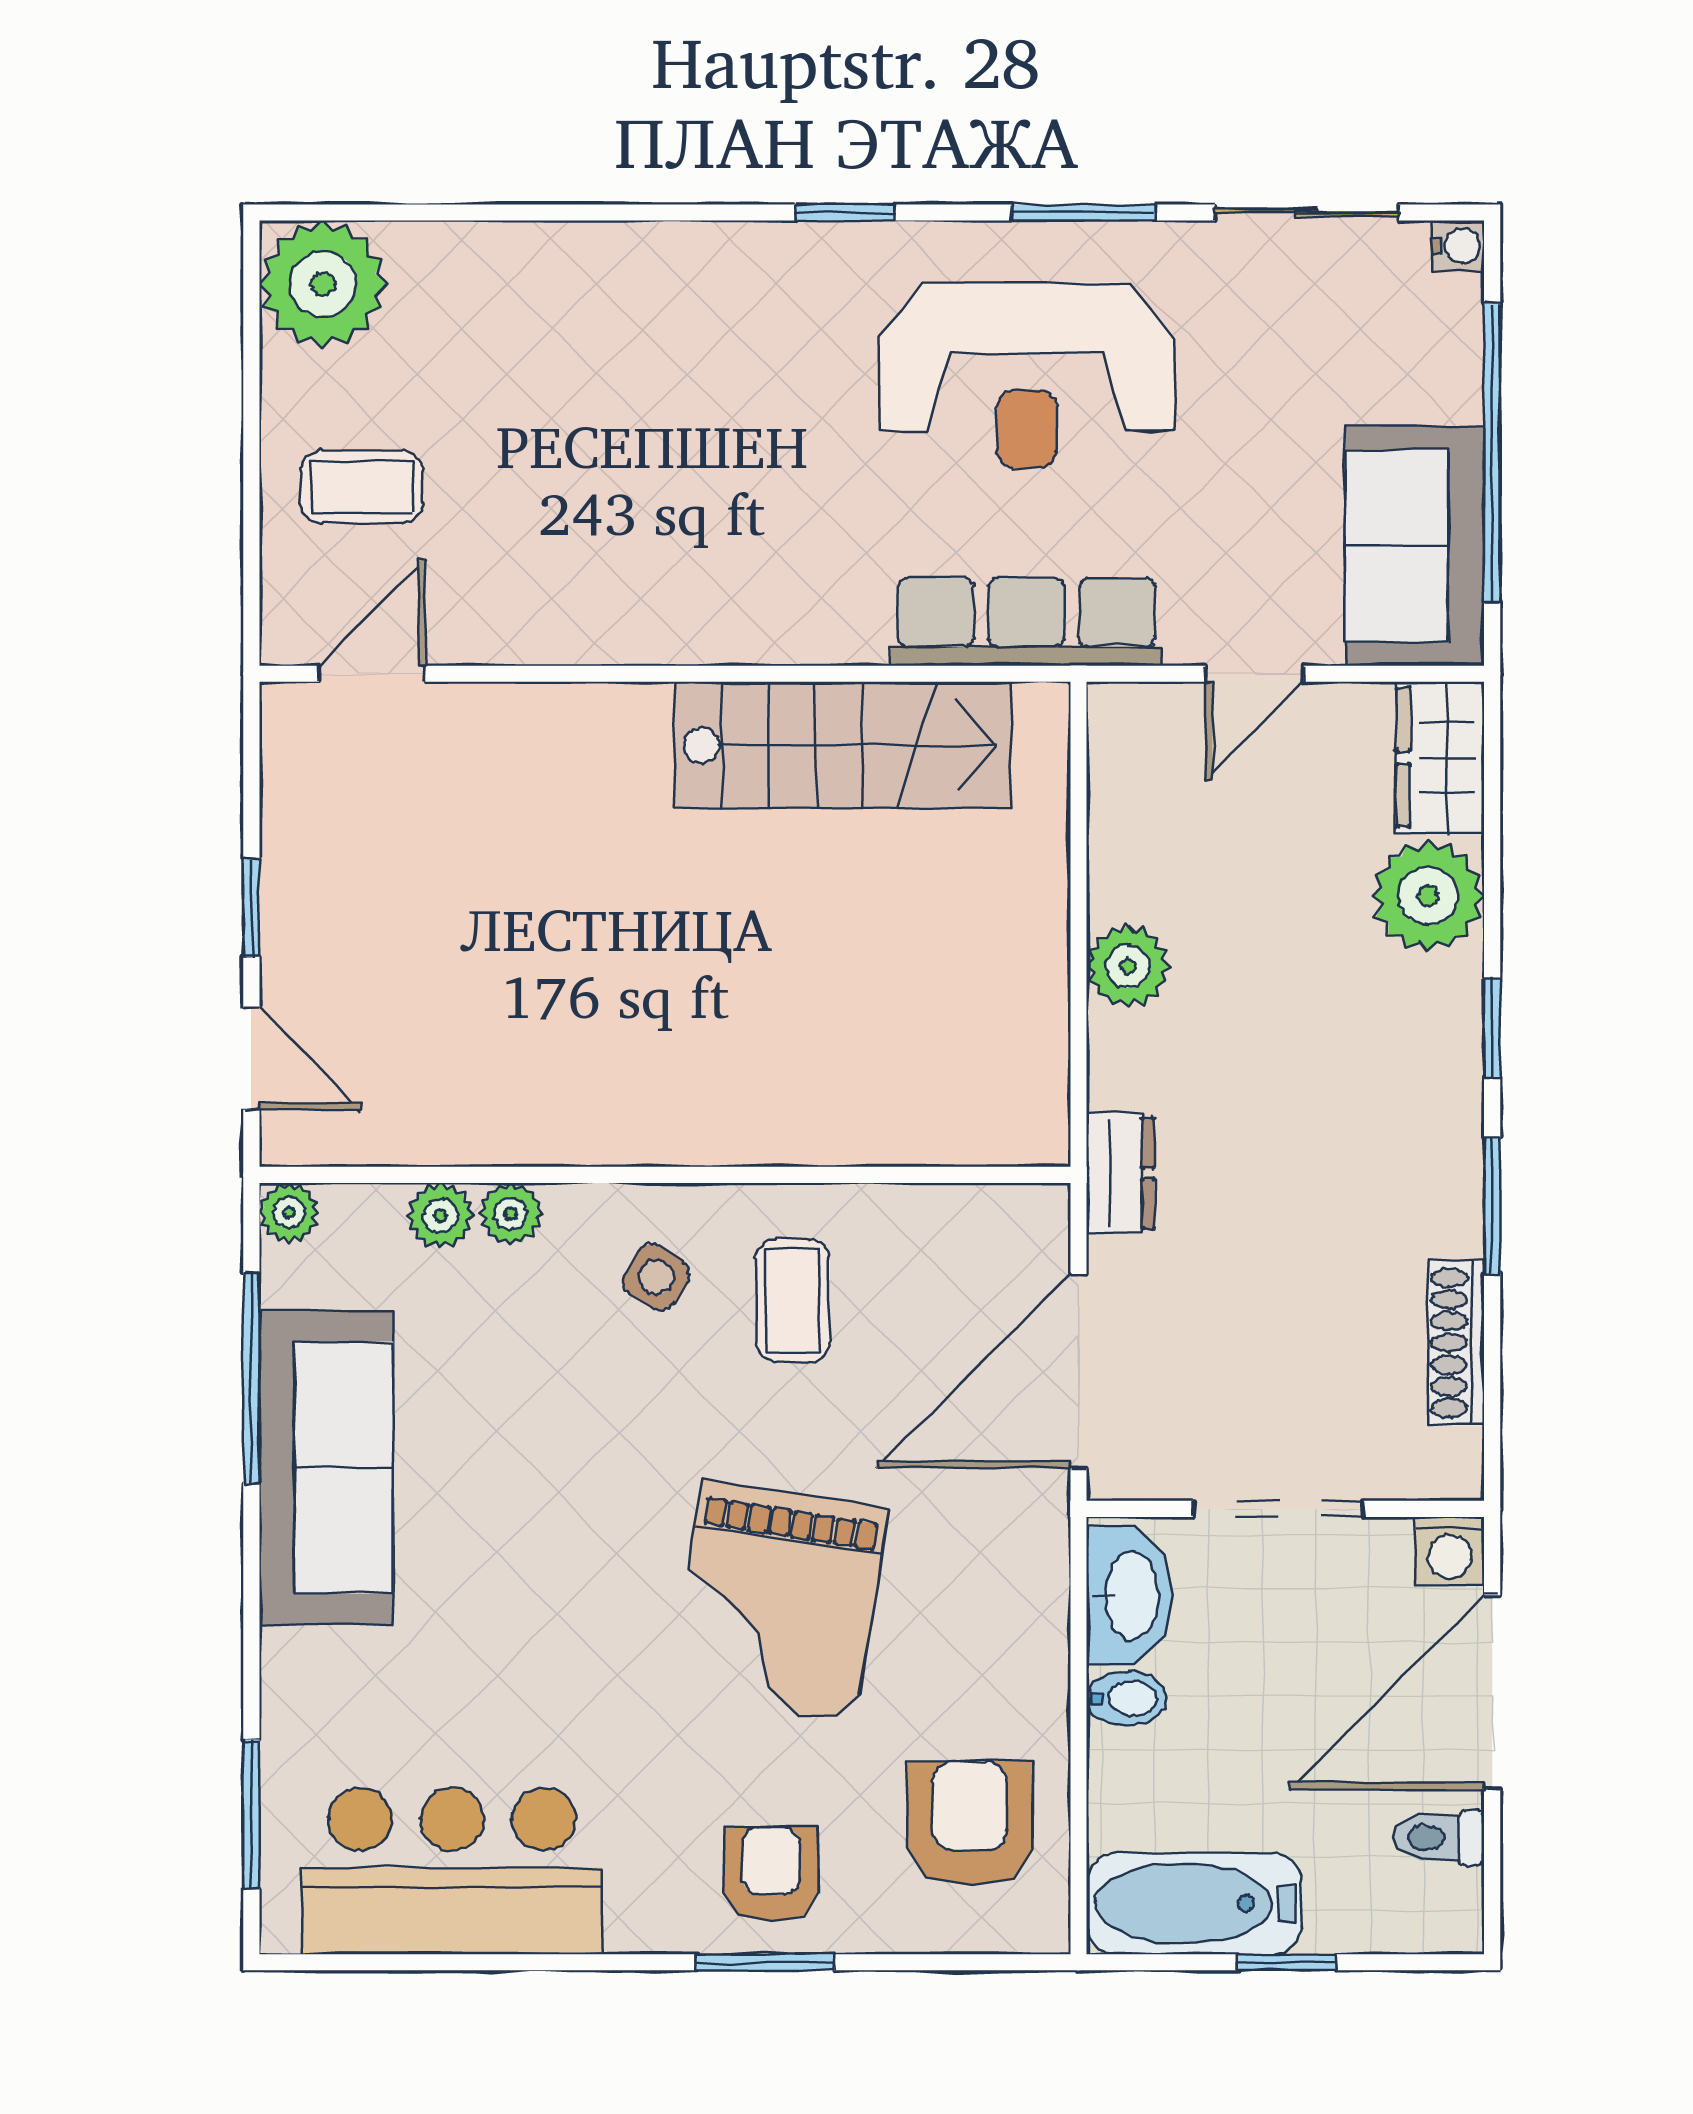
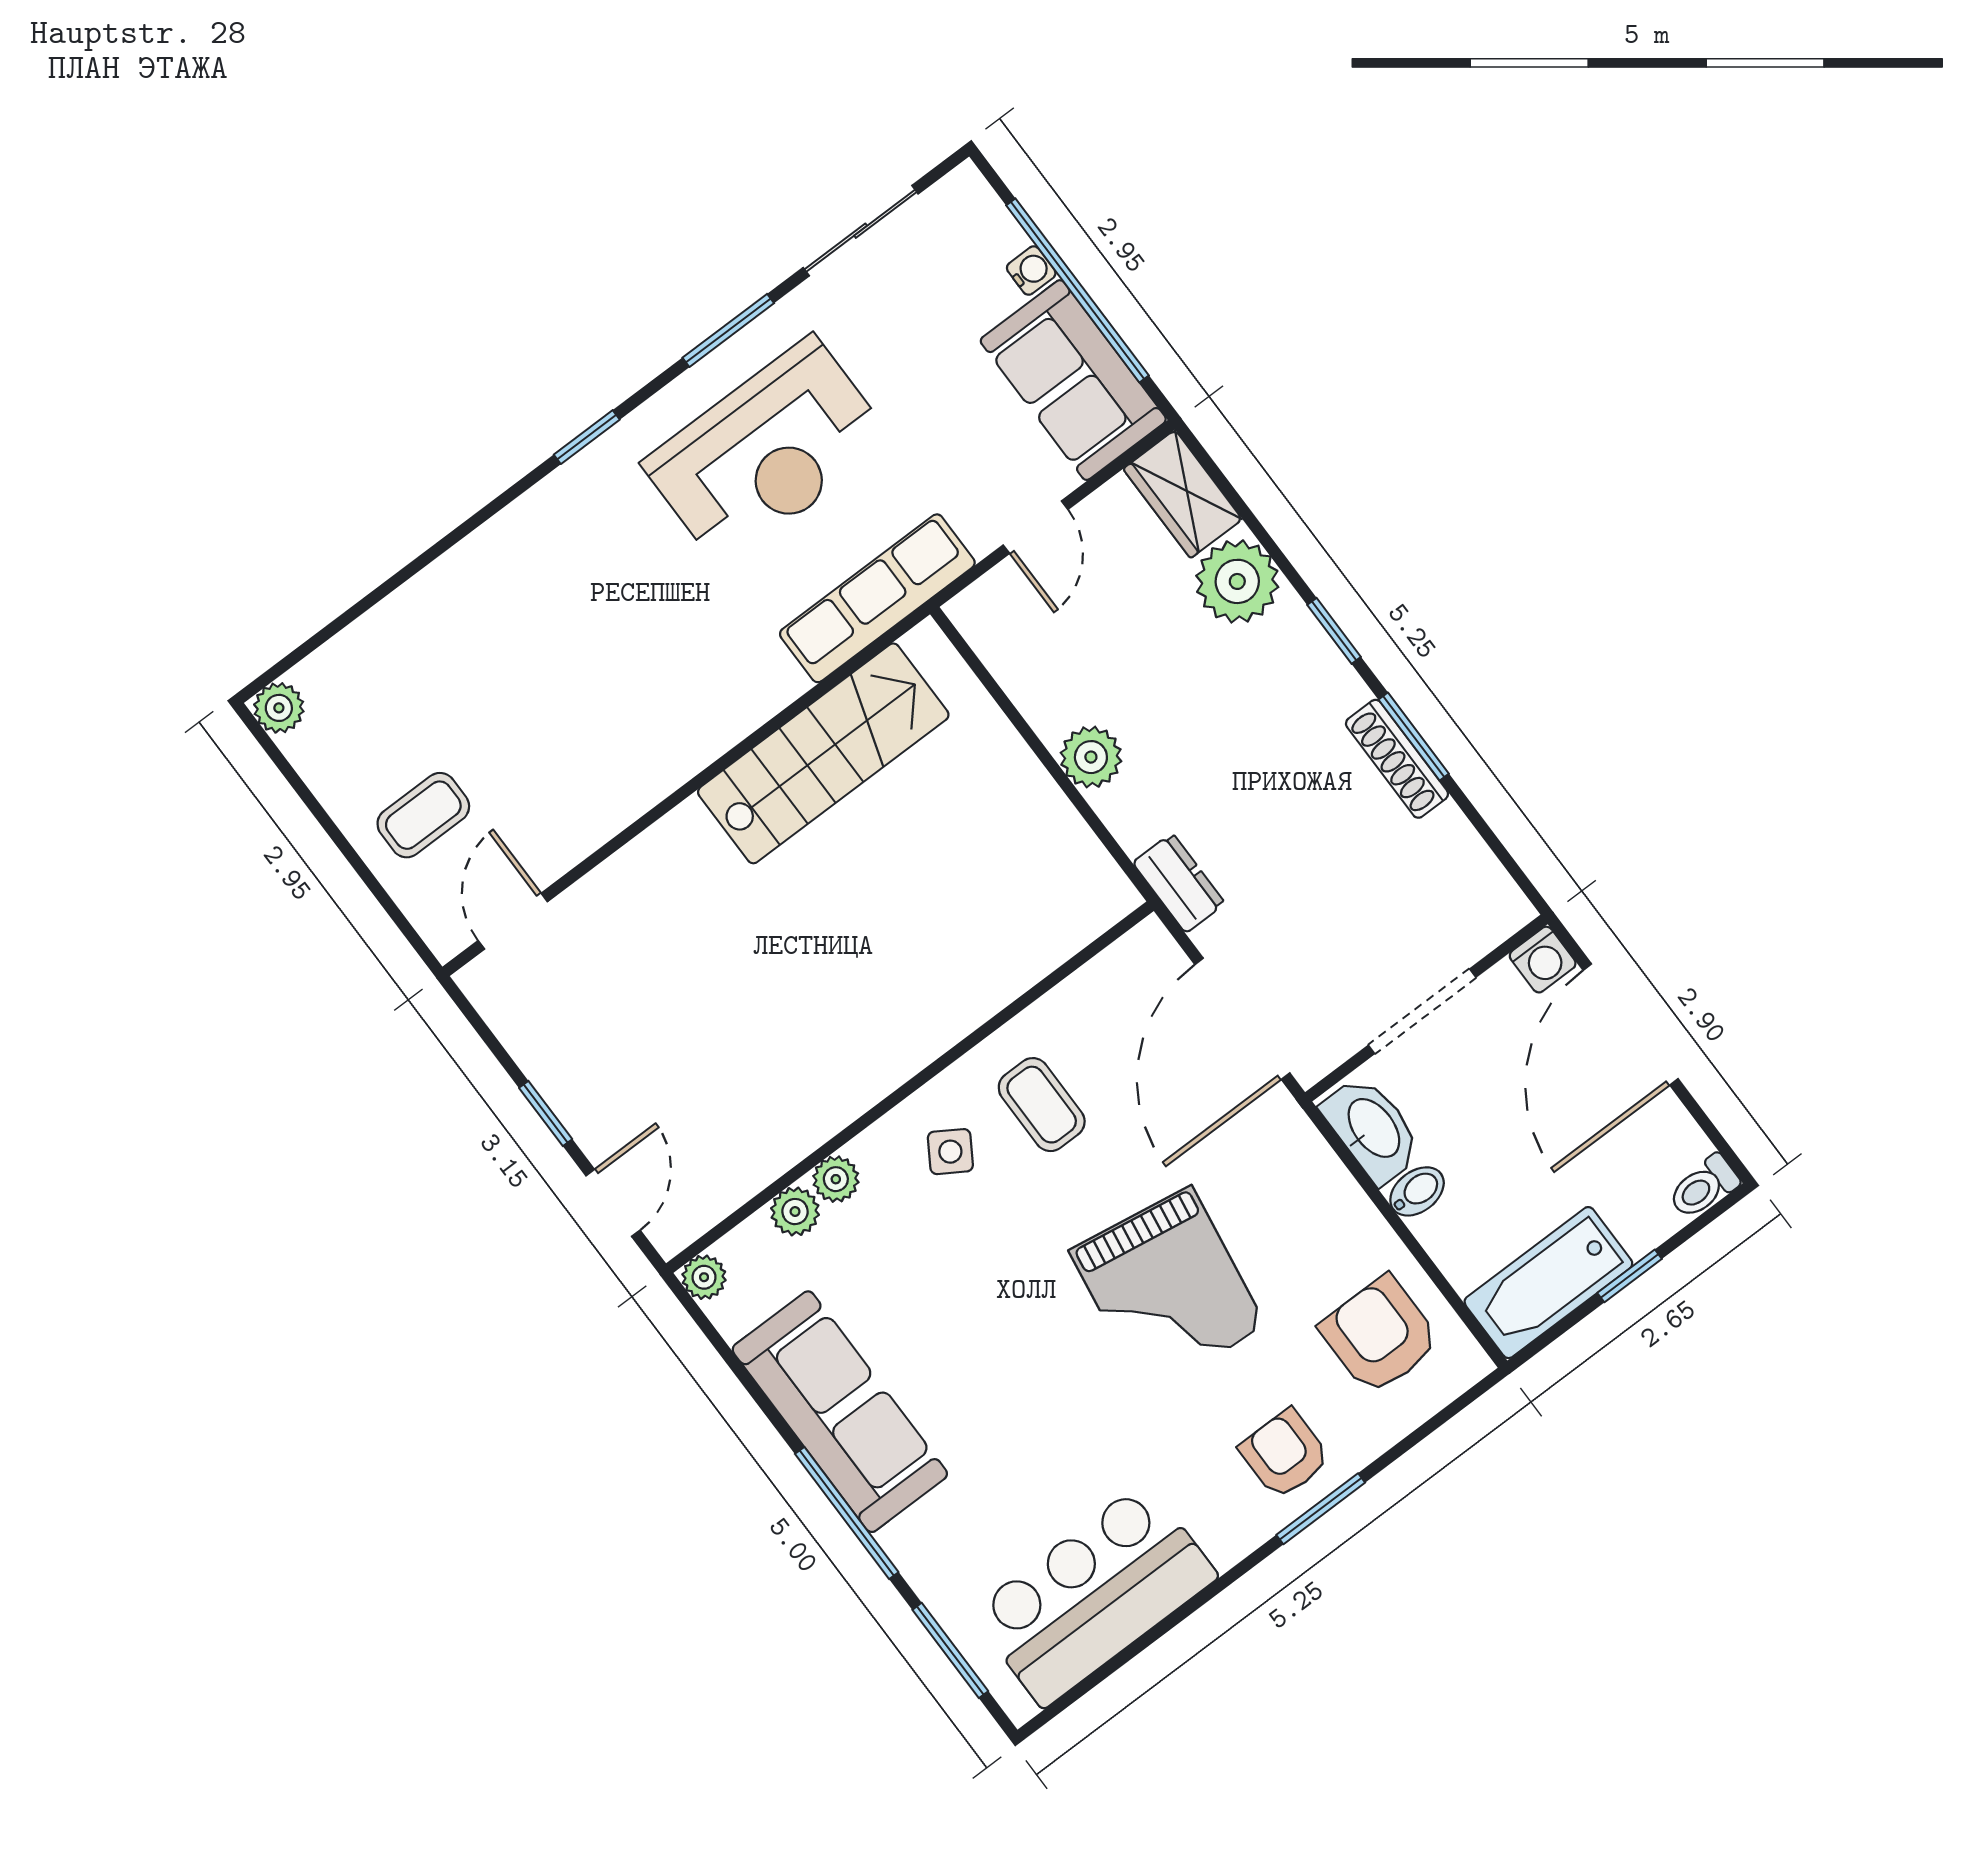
water cooler: (1458, 246) -> (1031, 271), moved
plant: (323, 284) -> (279, 708), width x0.53, depth x0.53
door: (251, 1059) -> (613, 1203), hinge flipped
shoe rack: (1456, 1343) -> (1397, 759), moved
window: (251, 1378) -> (847, 1513), moved
toilet: (1439, 1837) -> (1703, 1187), moved

